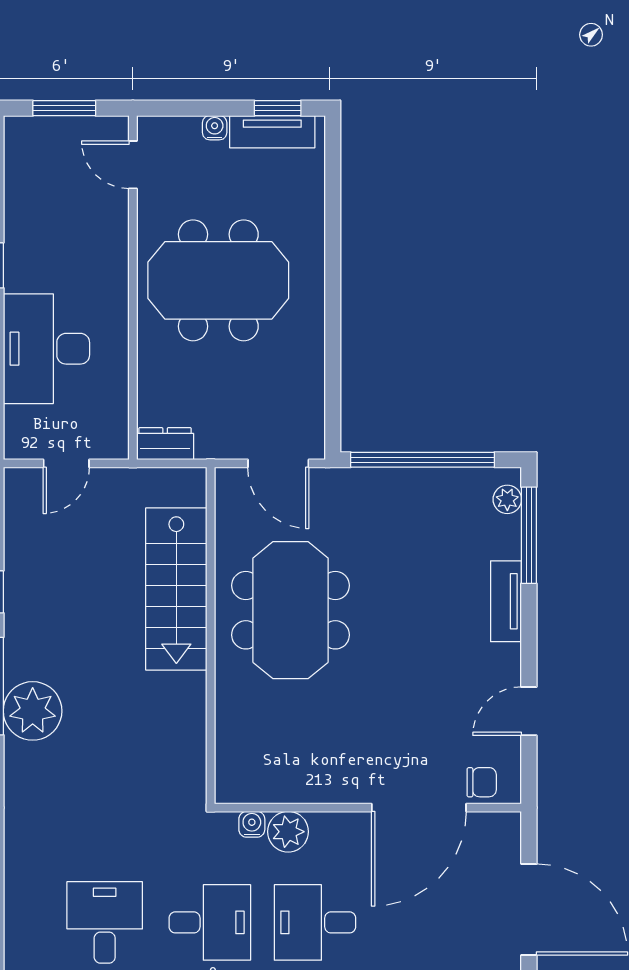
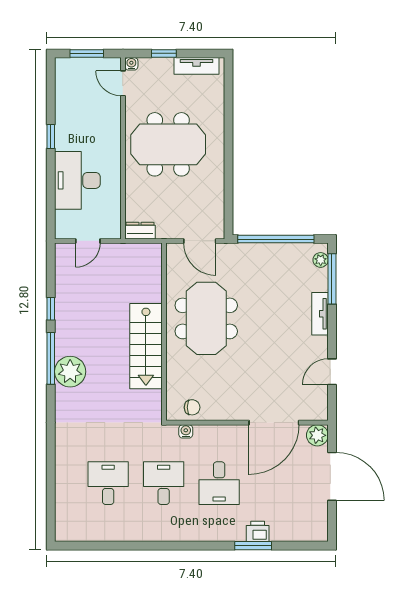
window: (278, 108) -> (164, 53), moved
water cooler: (215, 128) -> (131, 64), moved
stairs: (176, 589) -> (146, 346), moved
chair: (482, 782) -> (192, 407), moved
plant: (288, 832) -> (317, 435), moved
desk: (210, 922) -> (164, 483), turned -90
desk: (315, 922) -> (219, 483), turned -90

